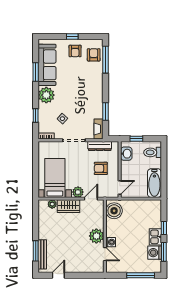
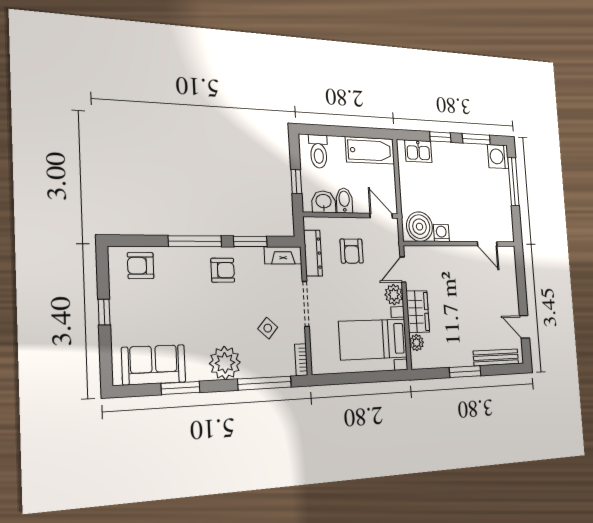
armchair: (75, 51) -> (223, 270), moved
window: (105, 60) -> (195, 241), moved
sofa: (47, 65) -> (154, 365), width x0.73
window: (36, 115) -> (265, 383), width x2.17
bidet: (127, 166) -> (344, 201), added
door: (91, 199) -> (403, 270), hinge flipped
plant: (96, 236) -> (461, 259), removed
kitchen sink: (155, 237) -> (418, 151), moved
washing machine: (111, 242) -> (441, 233), moved
window: (36, 251) -> (465, 372), moved
washing machine: (155, 253) -> (498, 157), moved, turned 90
door: (105, 254) -> (487, 244), swing flipped

